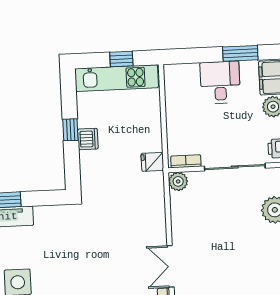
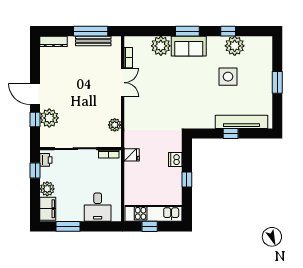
desk: (220, 82) -> (98, 207), moved
dishwasher: (88, 139) -> (175, 159), moved
plant: (178, 181) -> (115, 125), moved

